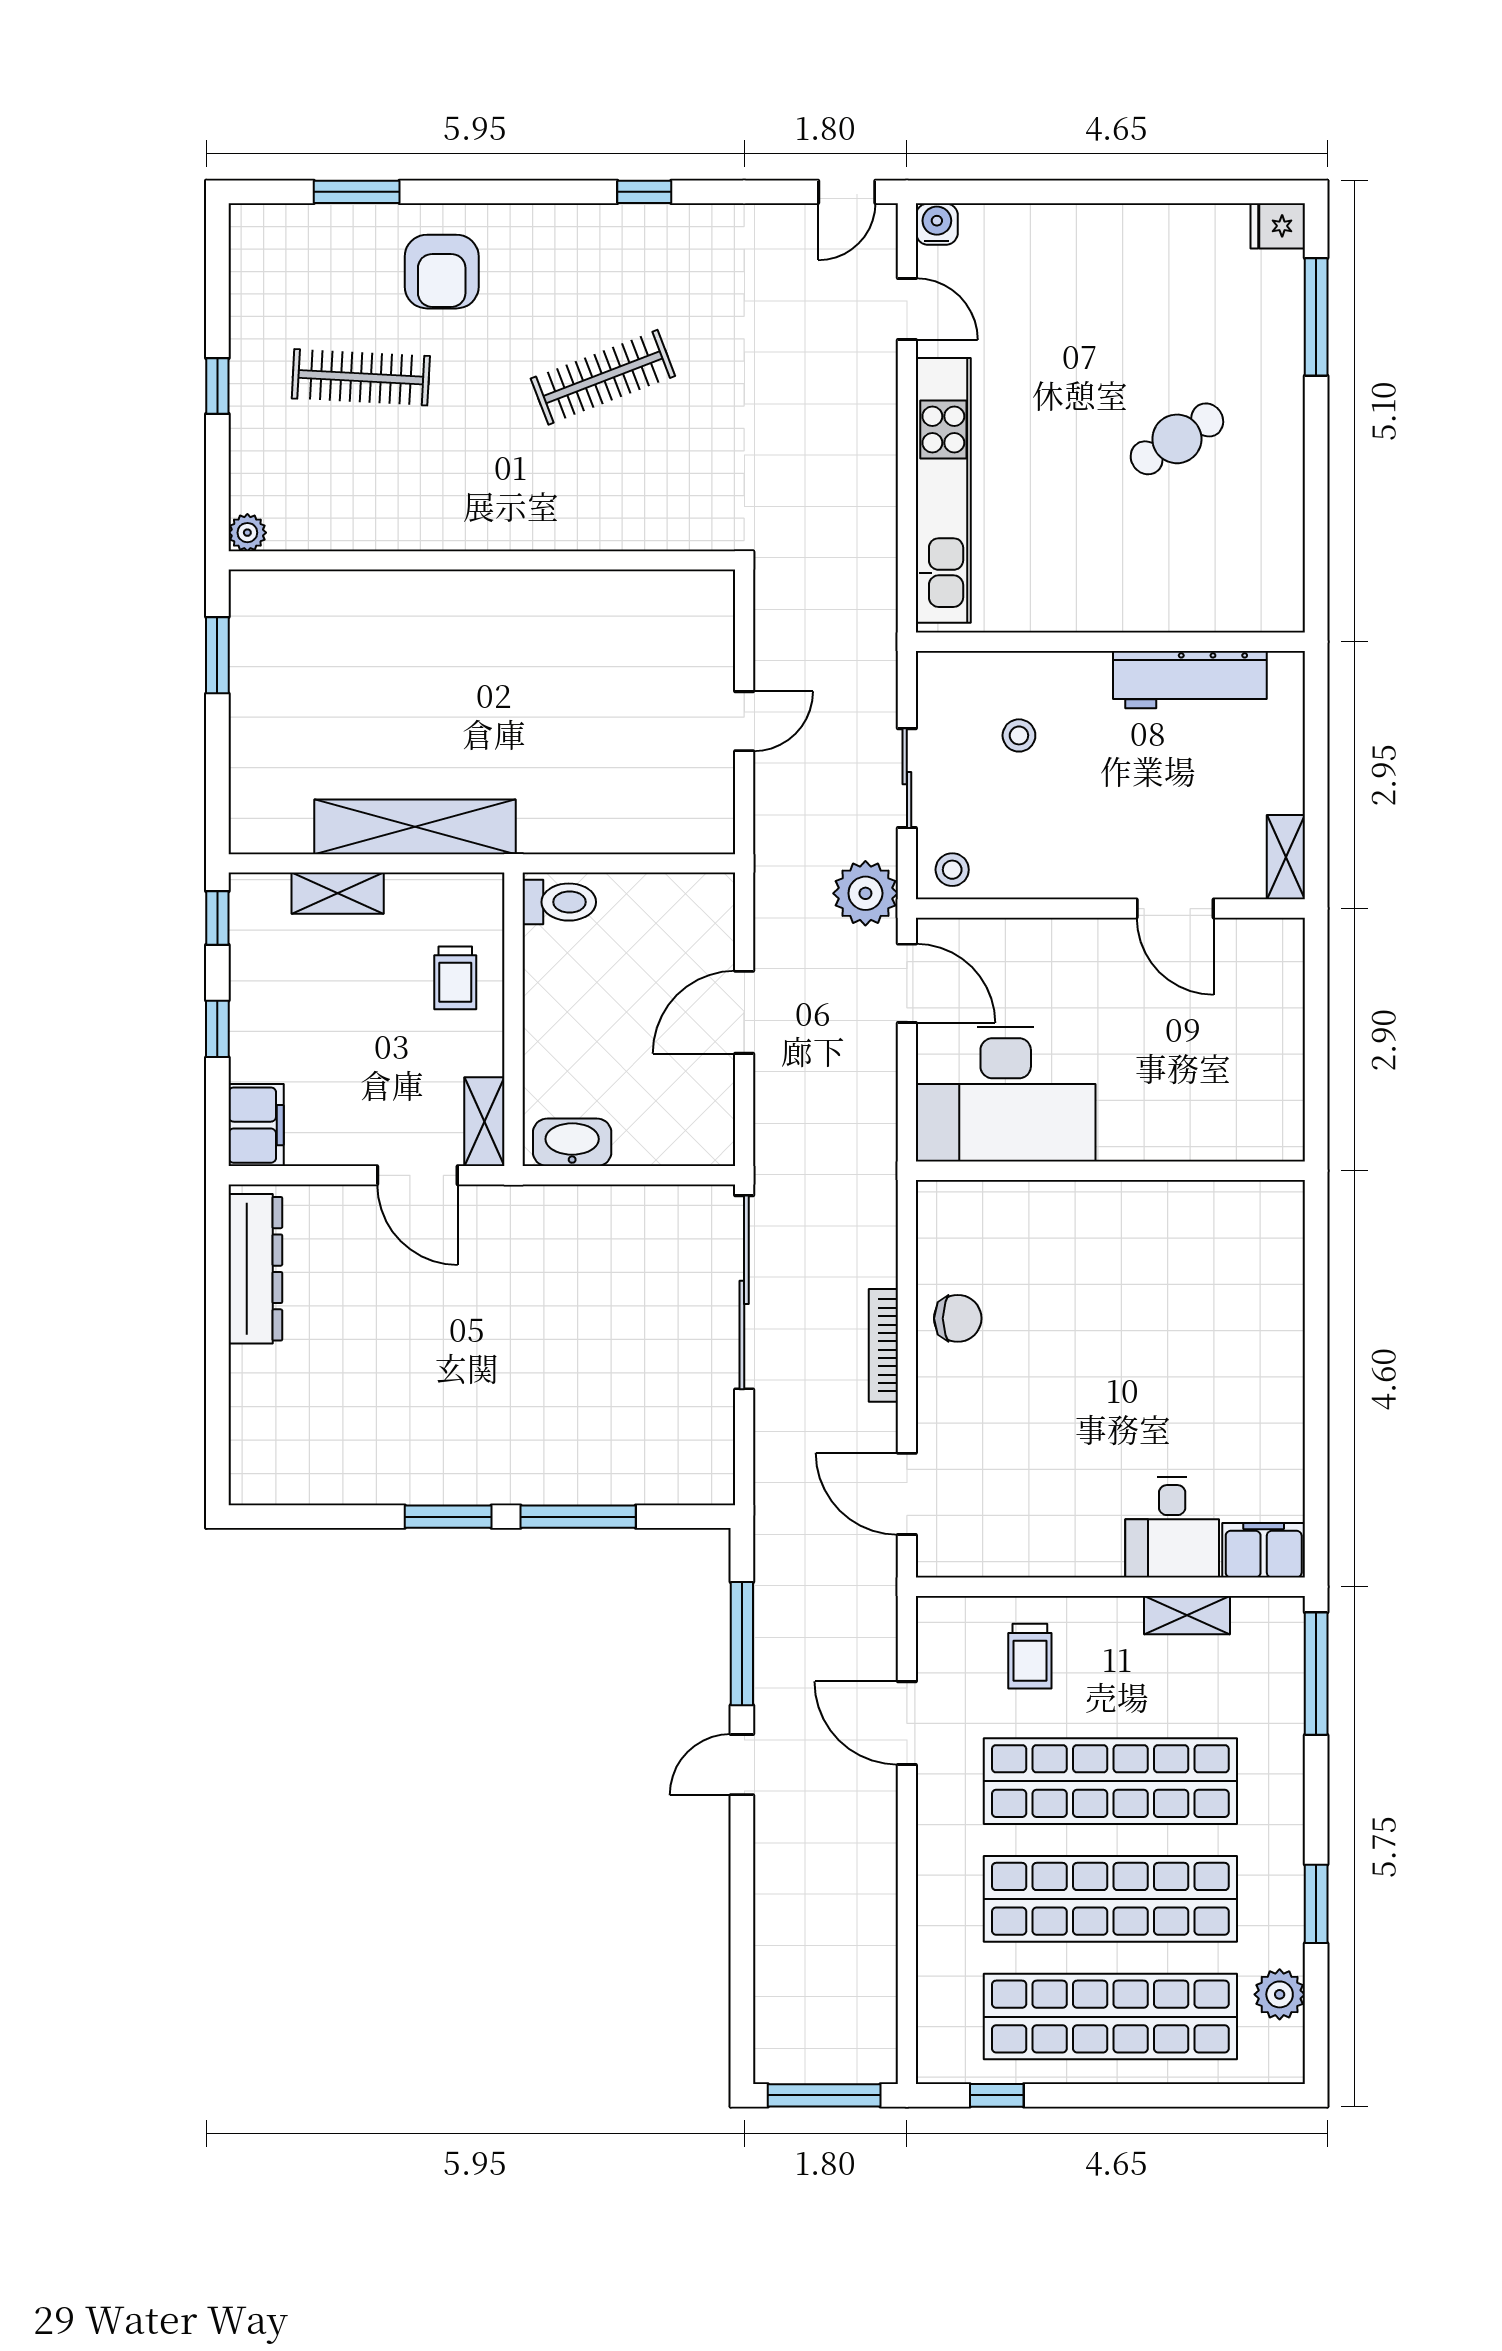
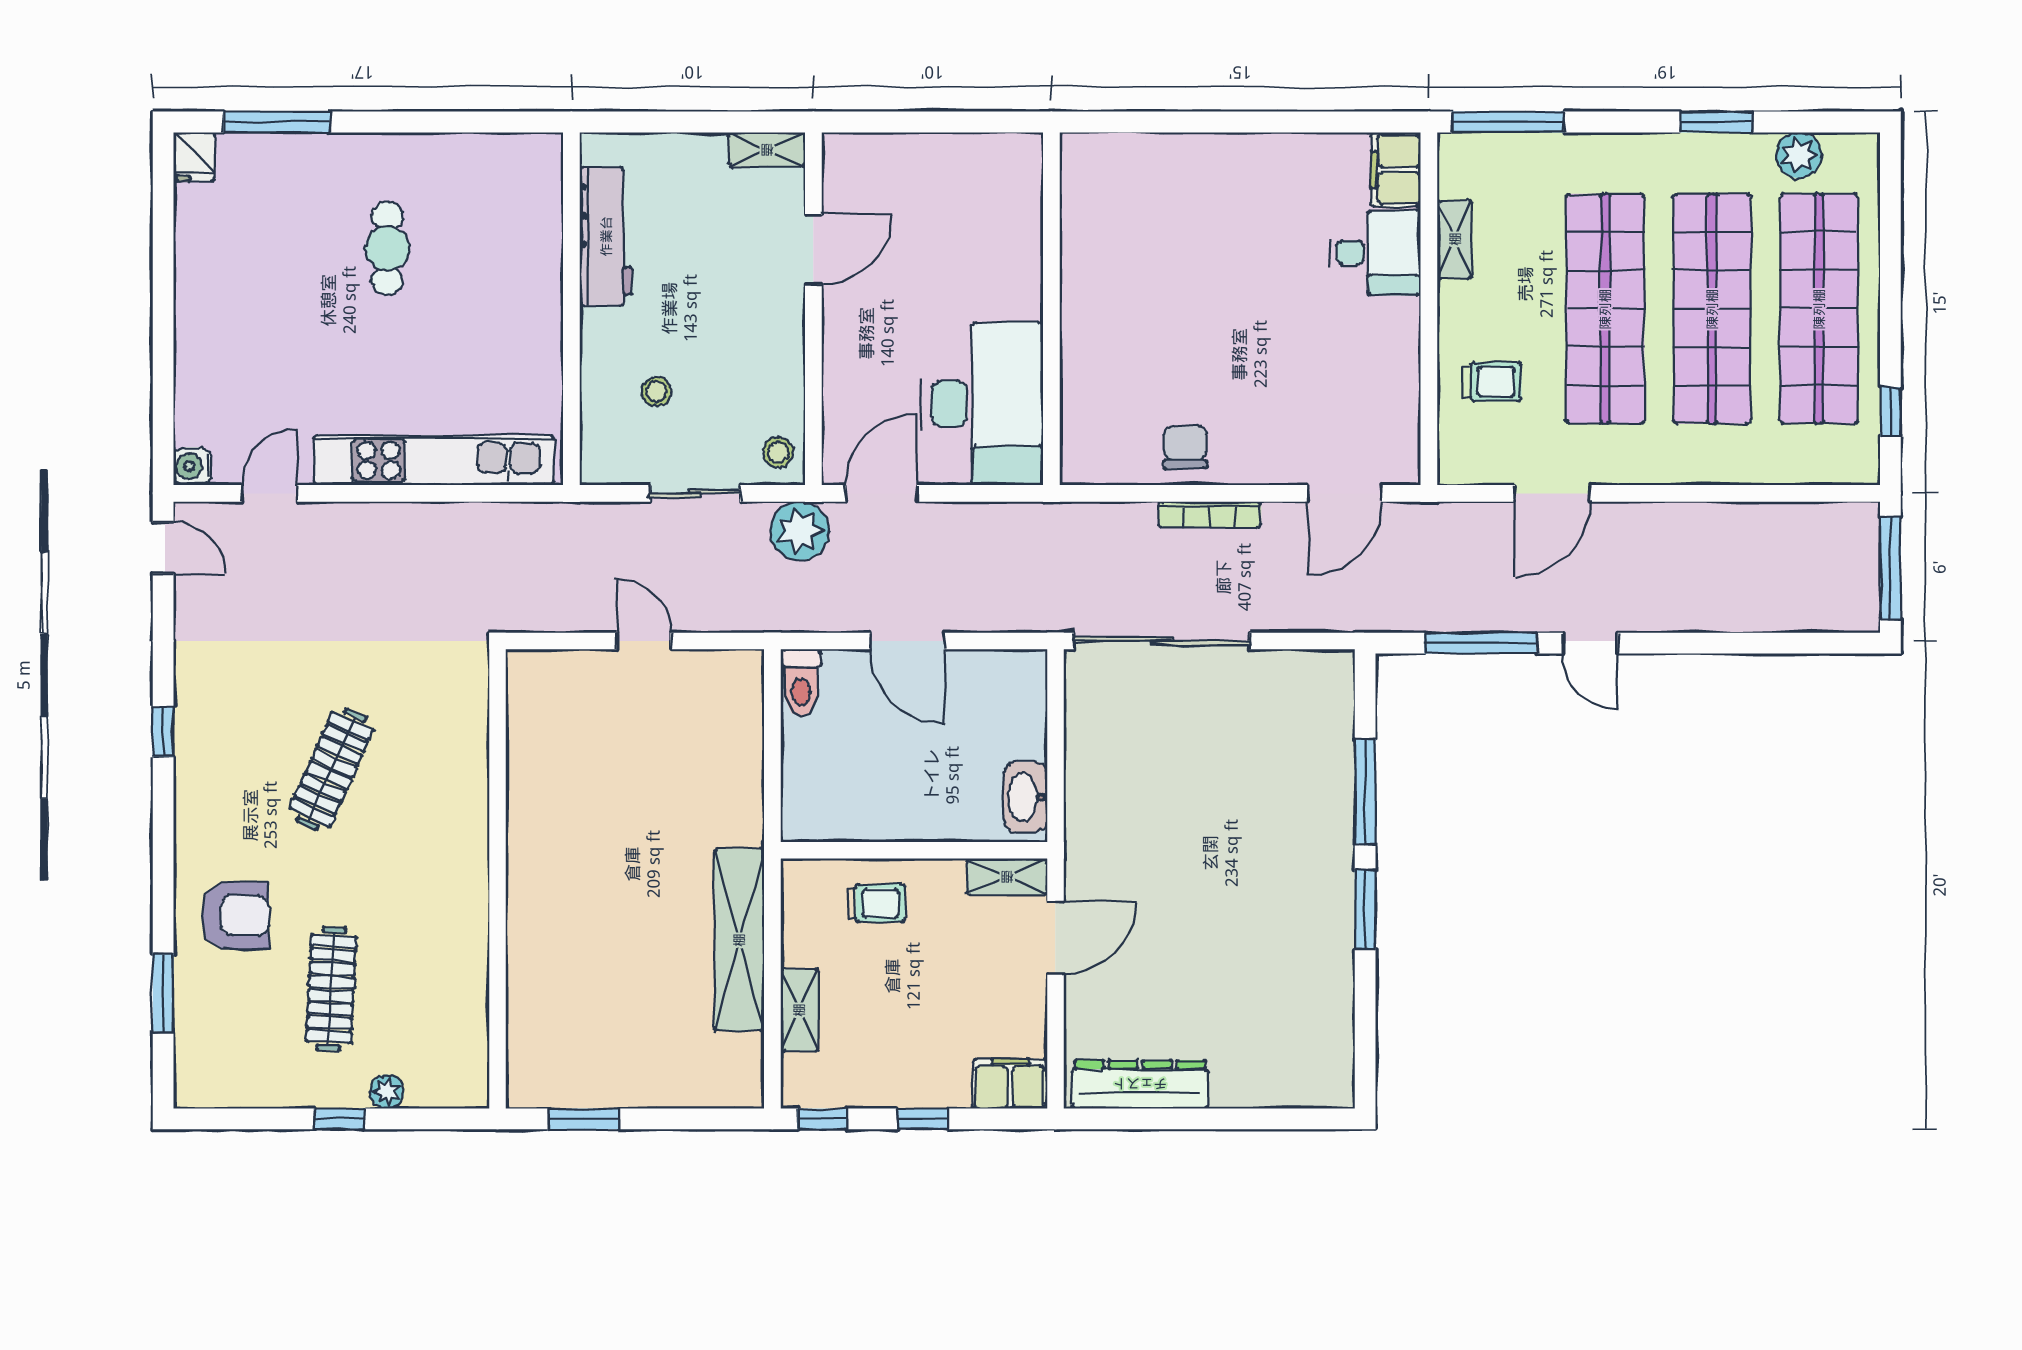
clothes rail: (603, 377) -> (331, 769), turned 45
cafe table: (1177, 439) -> (387, 248), turned 32
plant: (247, 533) -> (387, 1092), moved
toilet: (559, 902) -> (801, 683), moved, turned 180

